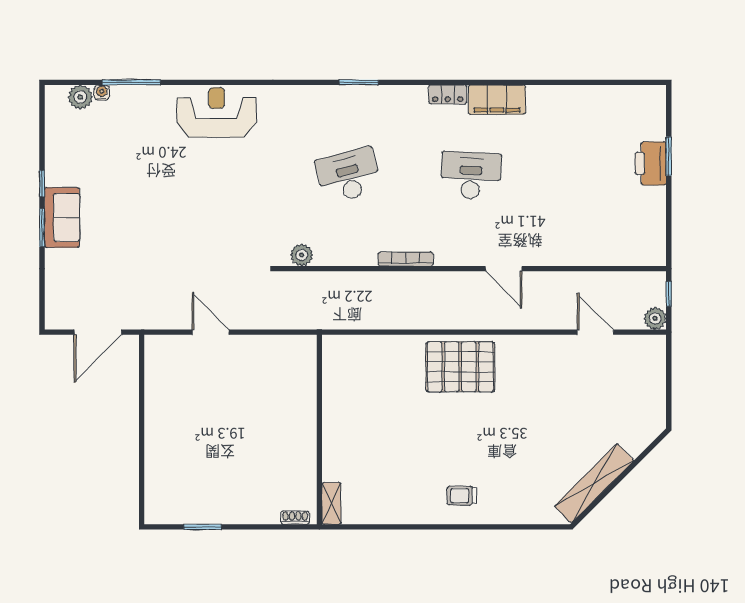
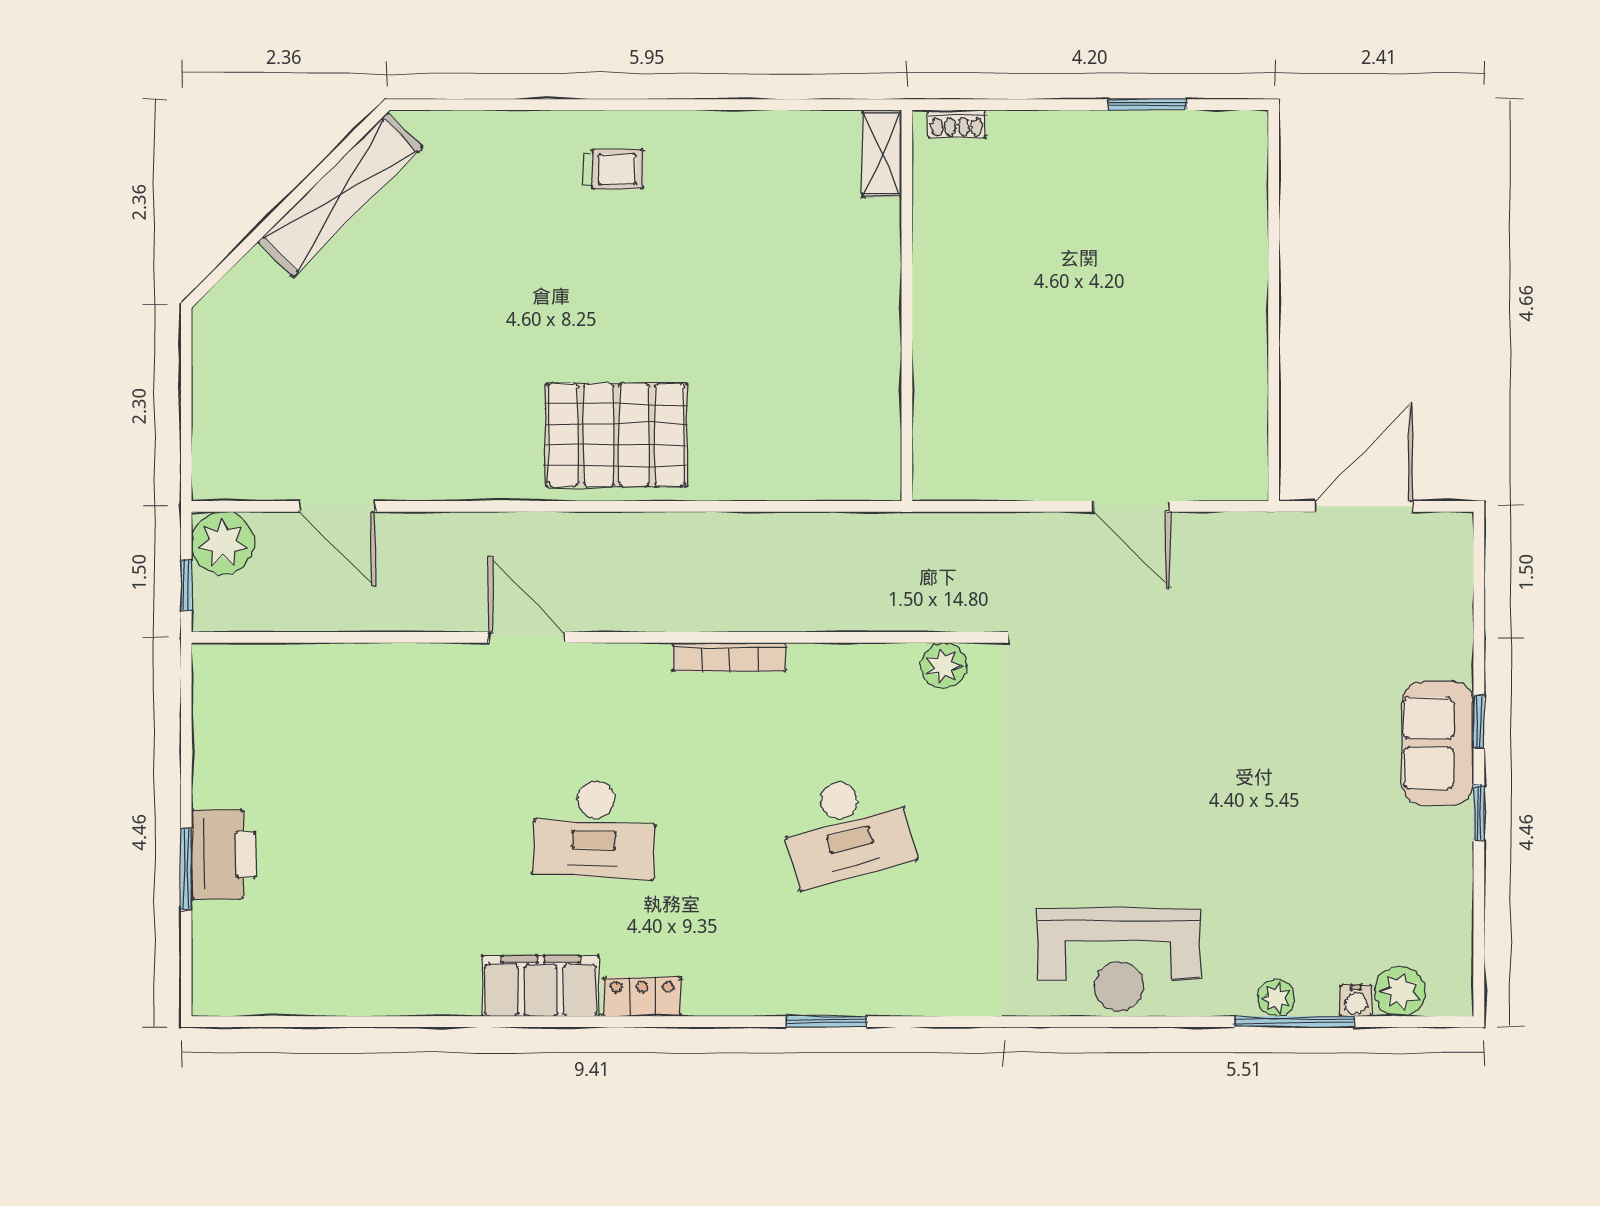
plant: (140, 94) -> (1276, 998), added
window: (42, 228) -> (1479, 722), width x0.67
plant: (655, 318) -> (223, 543), width x1.36, depth x1.36

